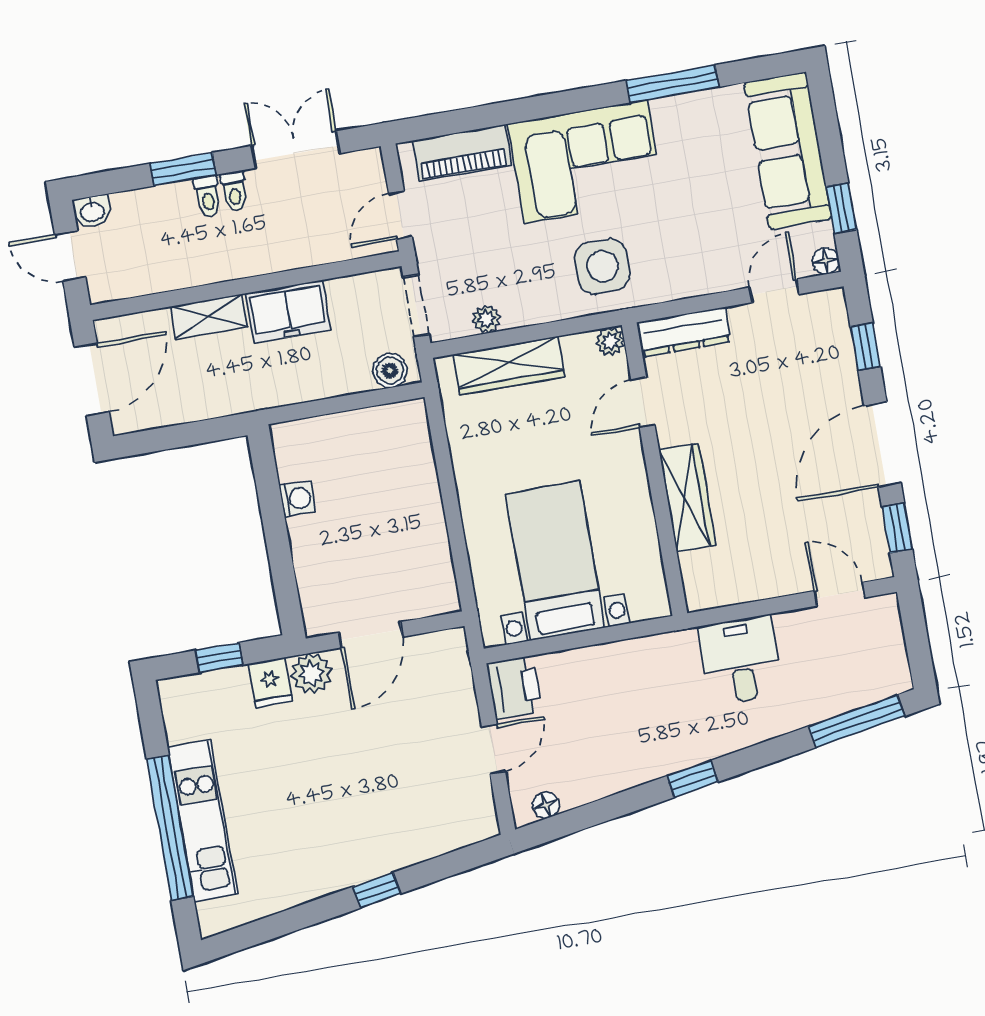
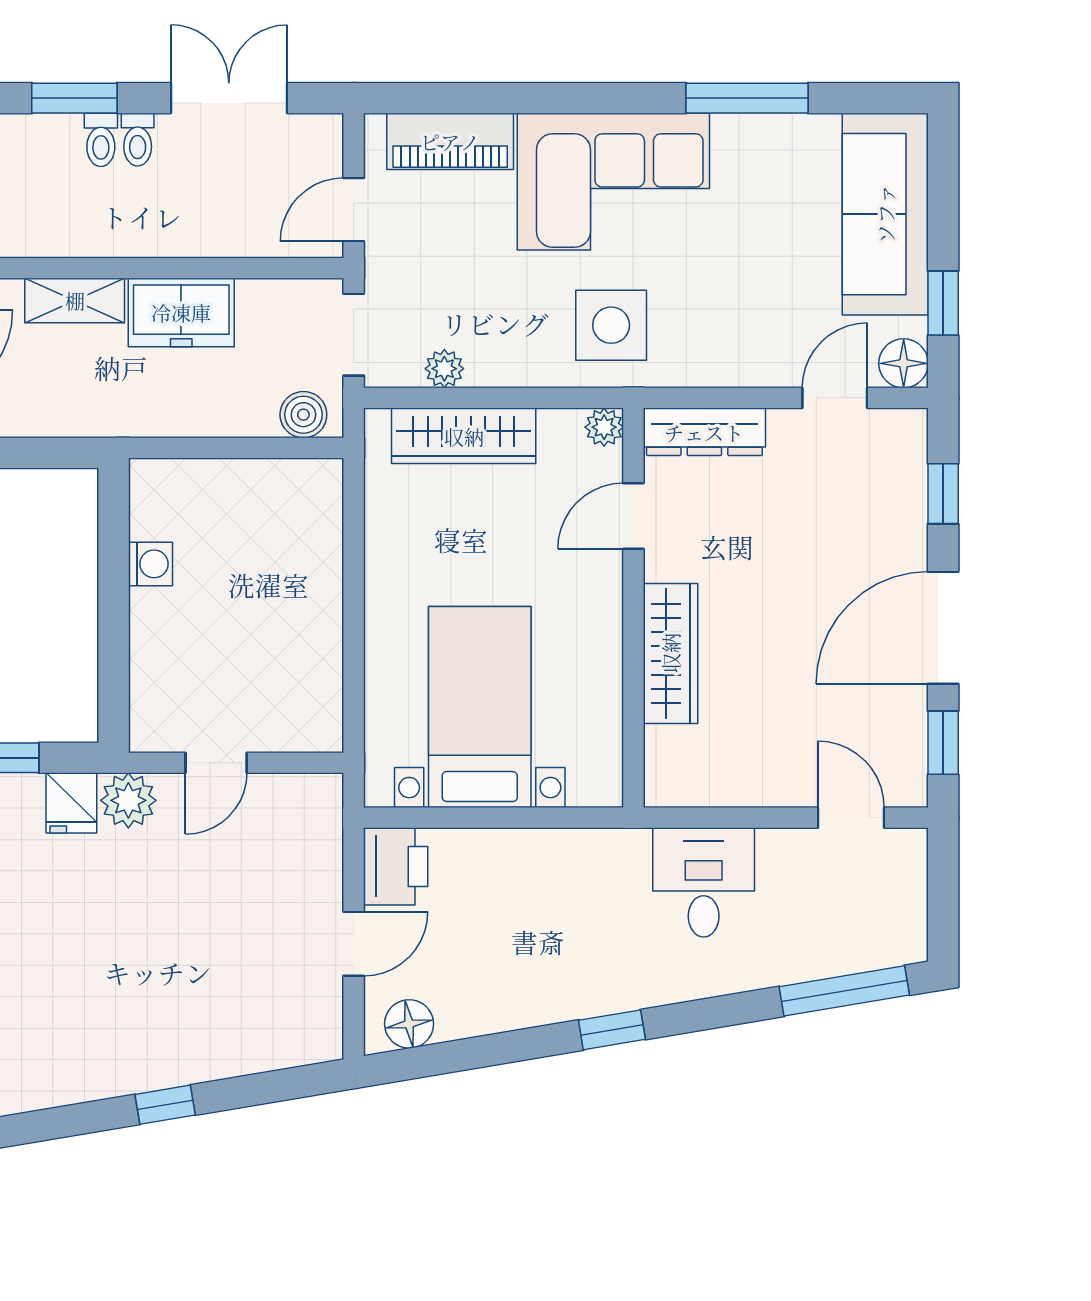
floor lamp: (826, 261) -> (904, 363), width x1.37, depth x1.37
door: (371, 635) -> (216, 763), width x0.73
floor lamp: (546, 805) -> (409, 1024), width x1.37, depth x1.37

